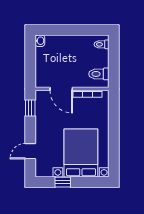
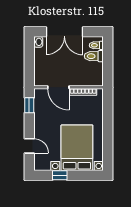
double door: (68, 30) -> (64, 32), added
toilet: (99, 74) -> (94, 56), moved
door: (30, 151) -> (29, 146), swing flipped

